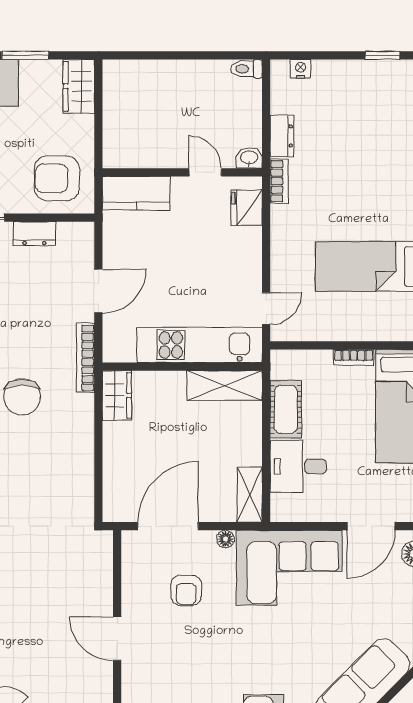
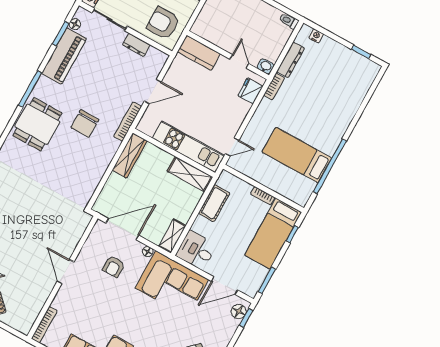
dresser: (282, 136) -> (291, 60), width x1.44
wardrobe: (117, 395) -> (130, 155), width x1.50
desk: (298, 466) -> (196, 250), moved

